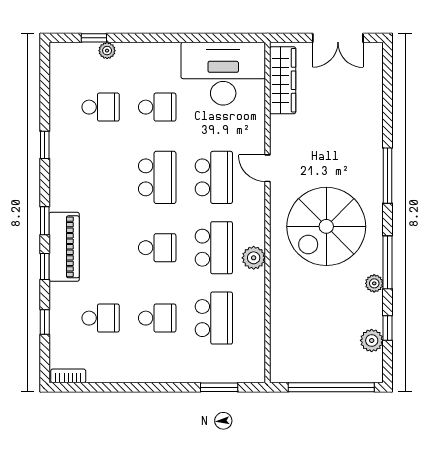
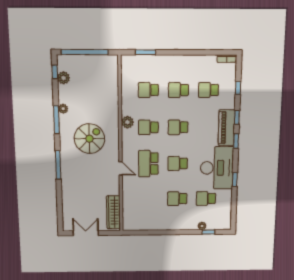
desk: (223, 74) -> (217, 168), moved, turned -90
school desk: (157, 177) -> (178, 163), width x0.54
spiral stairs: (326, 226) -> (89, 139), width x0.73, depth x0.73
school desk: (214, 248) -> (148, 127), width x0.54
school desk: (214, 318) -> (148, 90), width x0.54
window: (388, 328) -> (55, 72), moved

